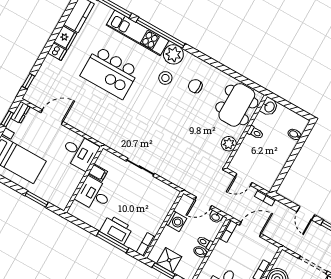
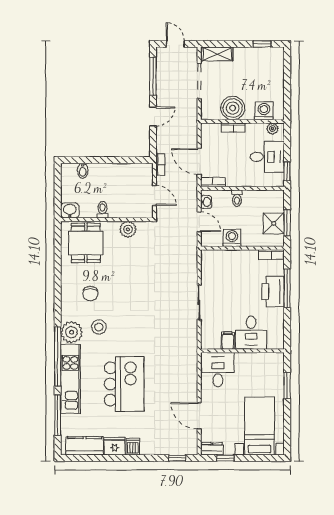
dining table: (237, 105) -> (86, 243), width x0.73
bidet: (200, 252) -> (248, 198), removed

